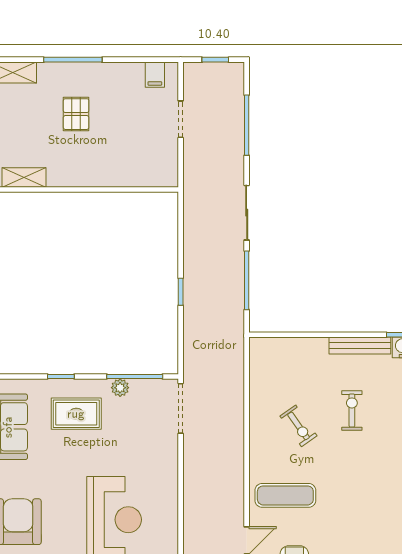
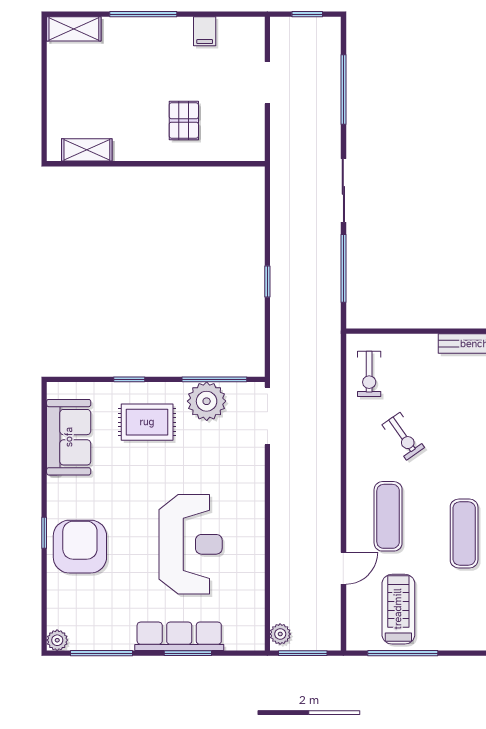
filing cabinet: (155, 75) -> (205, 31), moved
pallet: (76, 114) -> (184, 120), moved
plant: (120, 388) -> (207, 401), width x1.87, depth x1.87
exercise bike: (352, 410) -> (369, 374), moved, turned 180
exercise mat: (285, 495) -> (388, 516), turned 90
exercise mat: (351, 510) -> (464, 534), added

